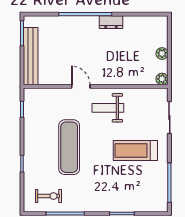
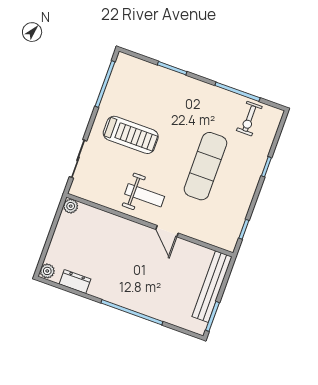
dresser: (111, 22) -> (75, 281), moved
plant: (162, 54) -> (47, 271), moved
exercise bike: (49, 196) -> (249, 119), turned -90

